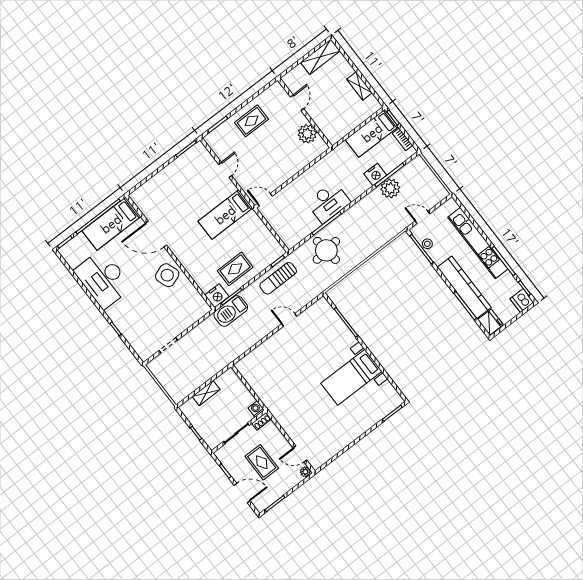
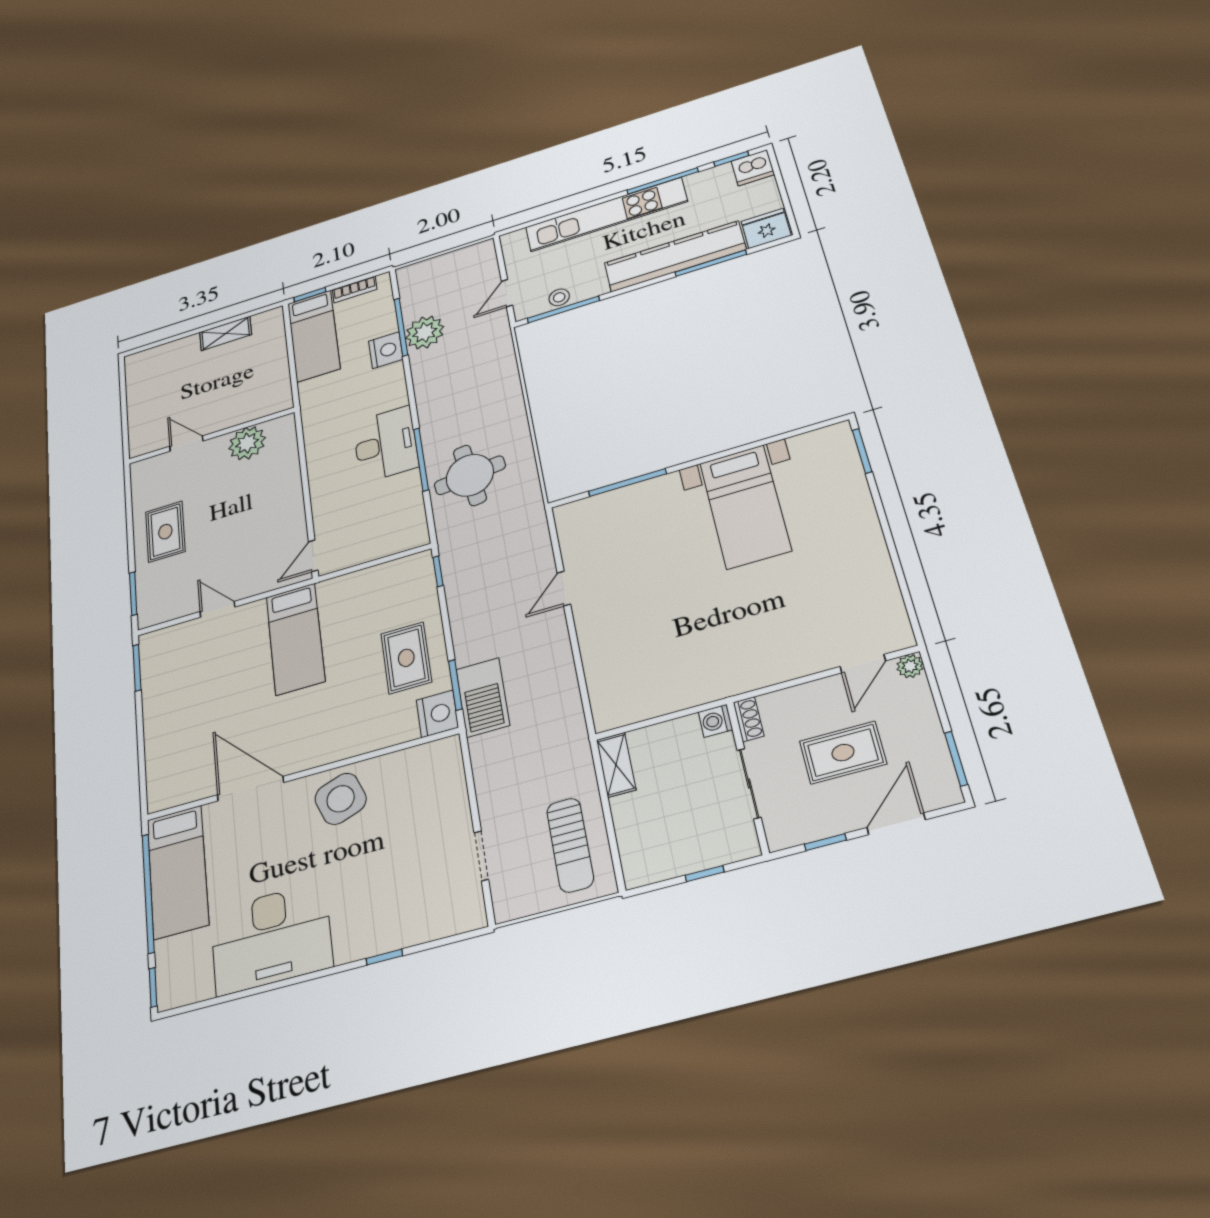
shelving: (320, 57) -> (139, 382), removed
door: (156, 234) -> (251, 789), swing flipped
sun lounger: (278, 278) -> (570, 845), moved
shelving: (206, 393) -> (616, 765), moved

